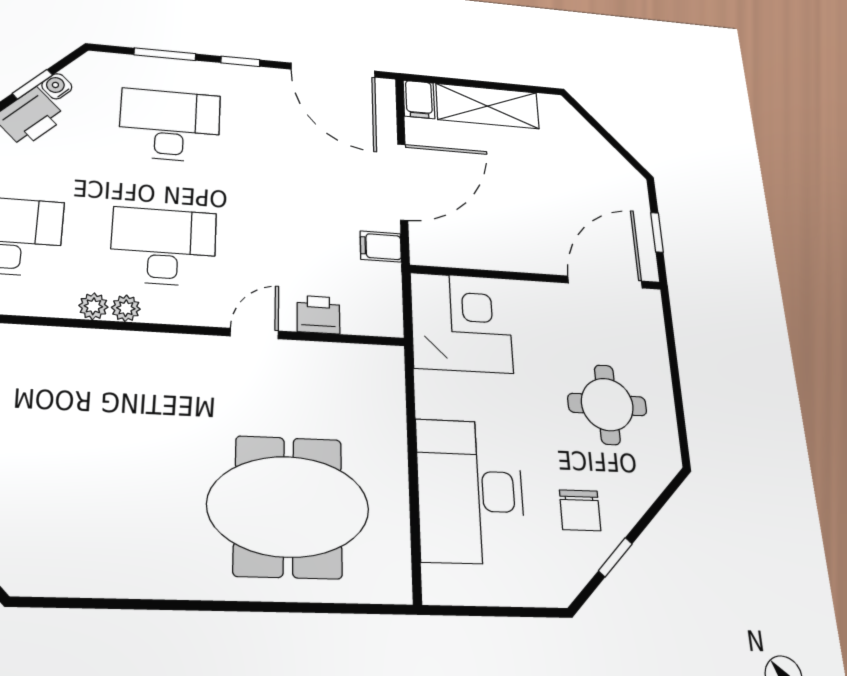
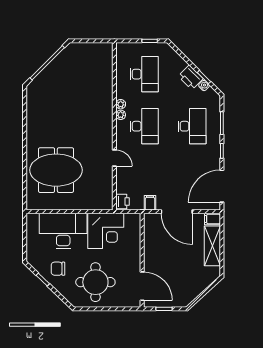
printer: (318, 315) -> (123, 202), moved
corner desk: (461, 323) -> (106, 231), moved
round table: (607, 405) -> (95, 282), width x1.36, depth x1.36
meeting table: (288, 506) -> (56, 170), turned 90

